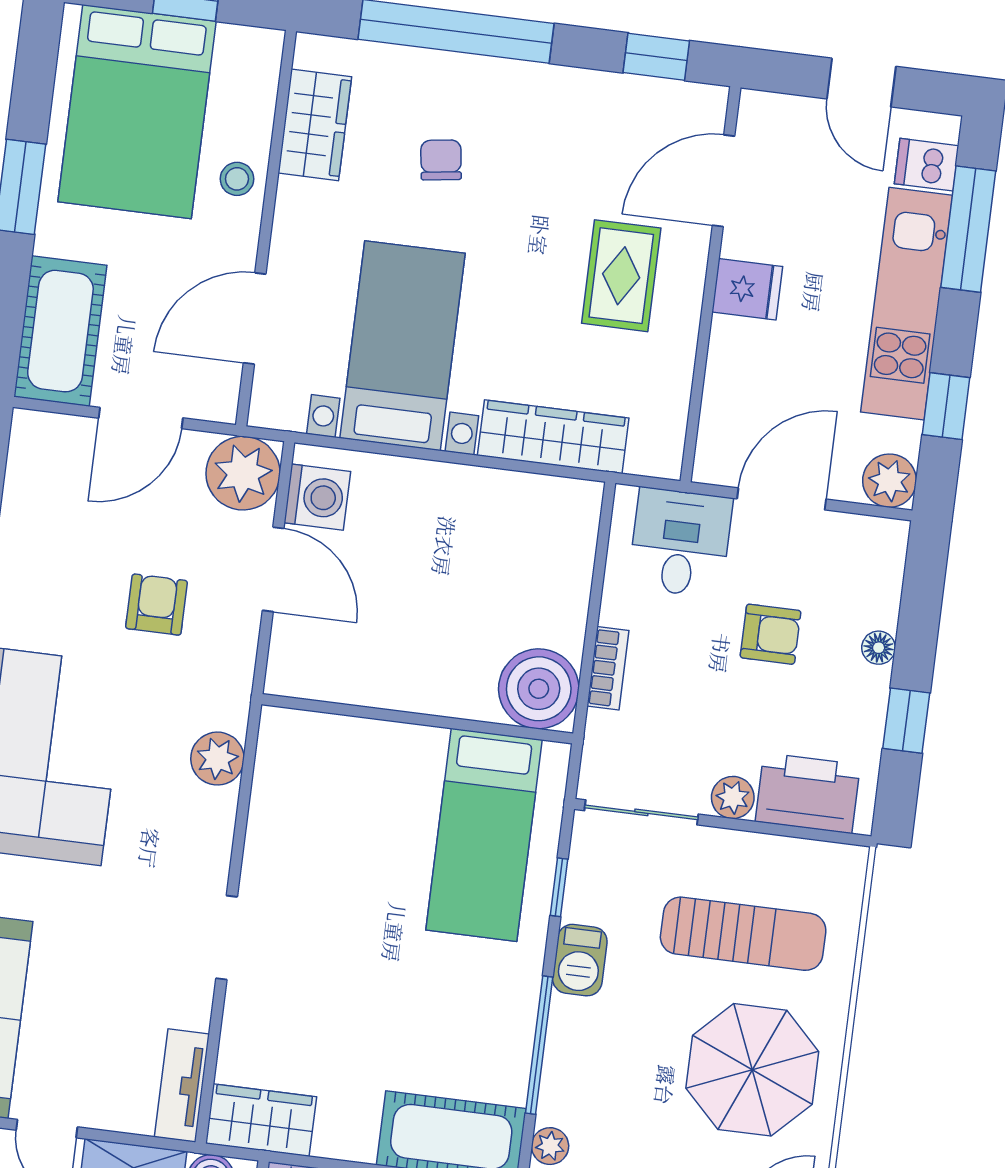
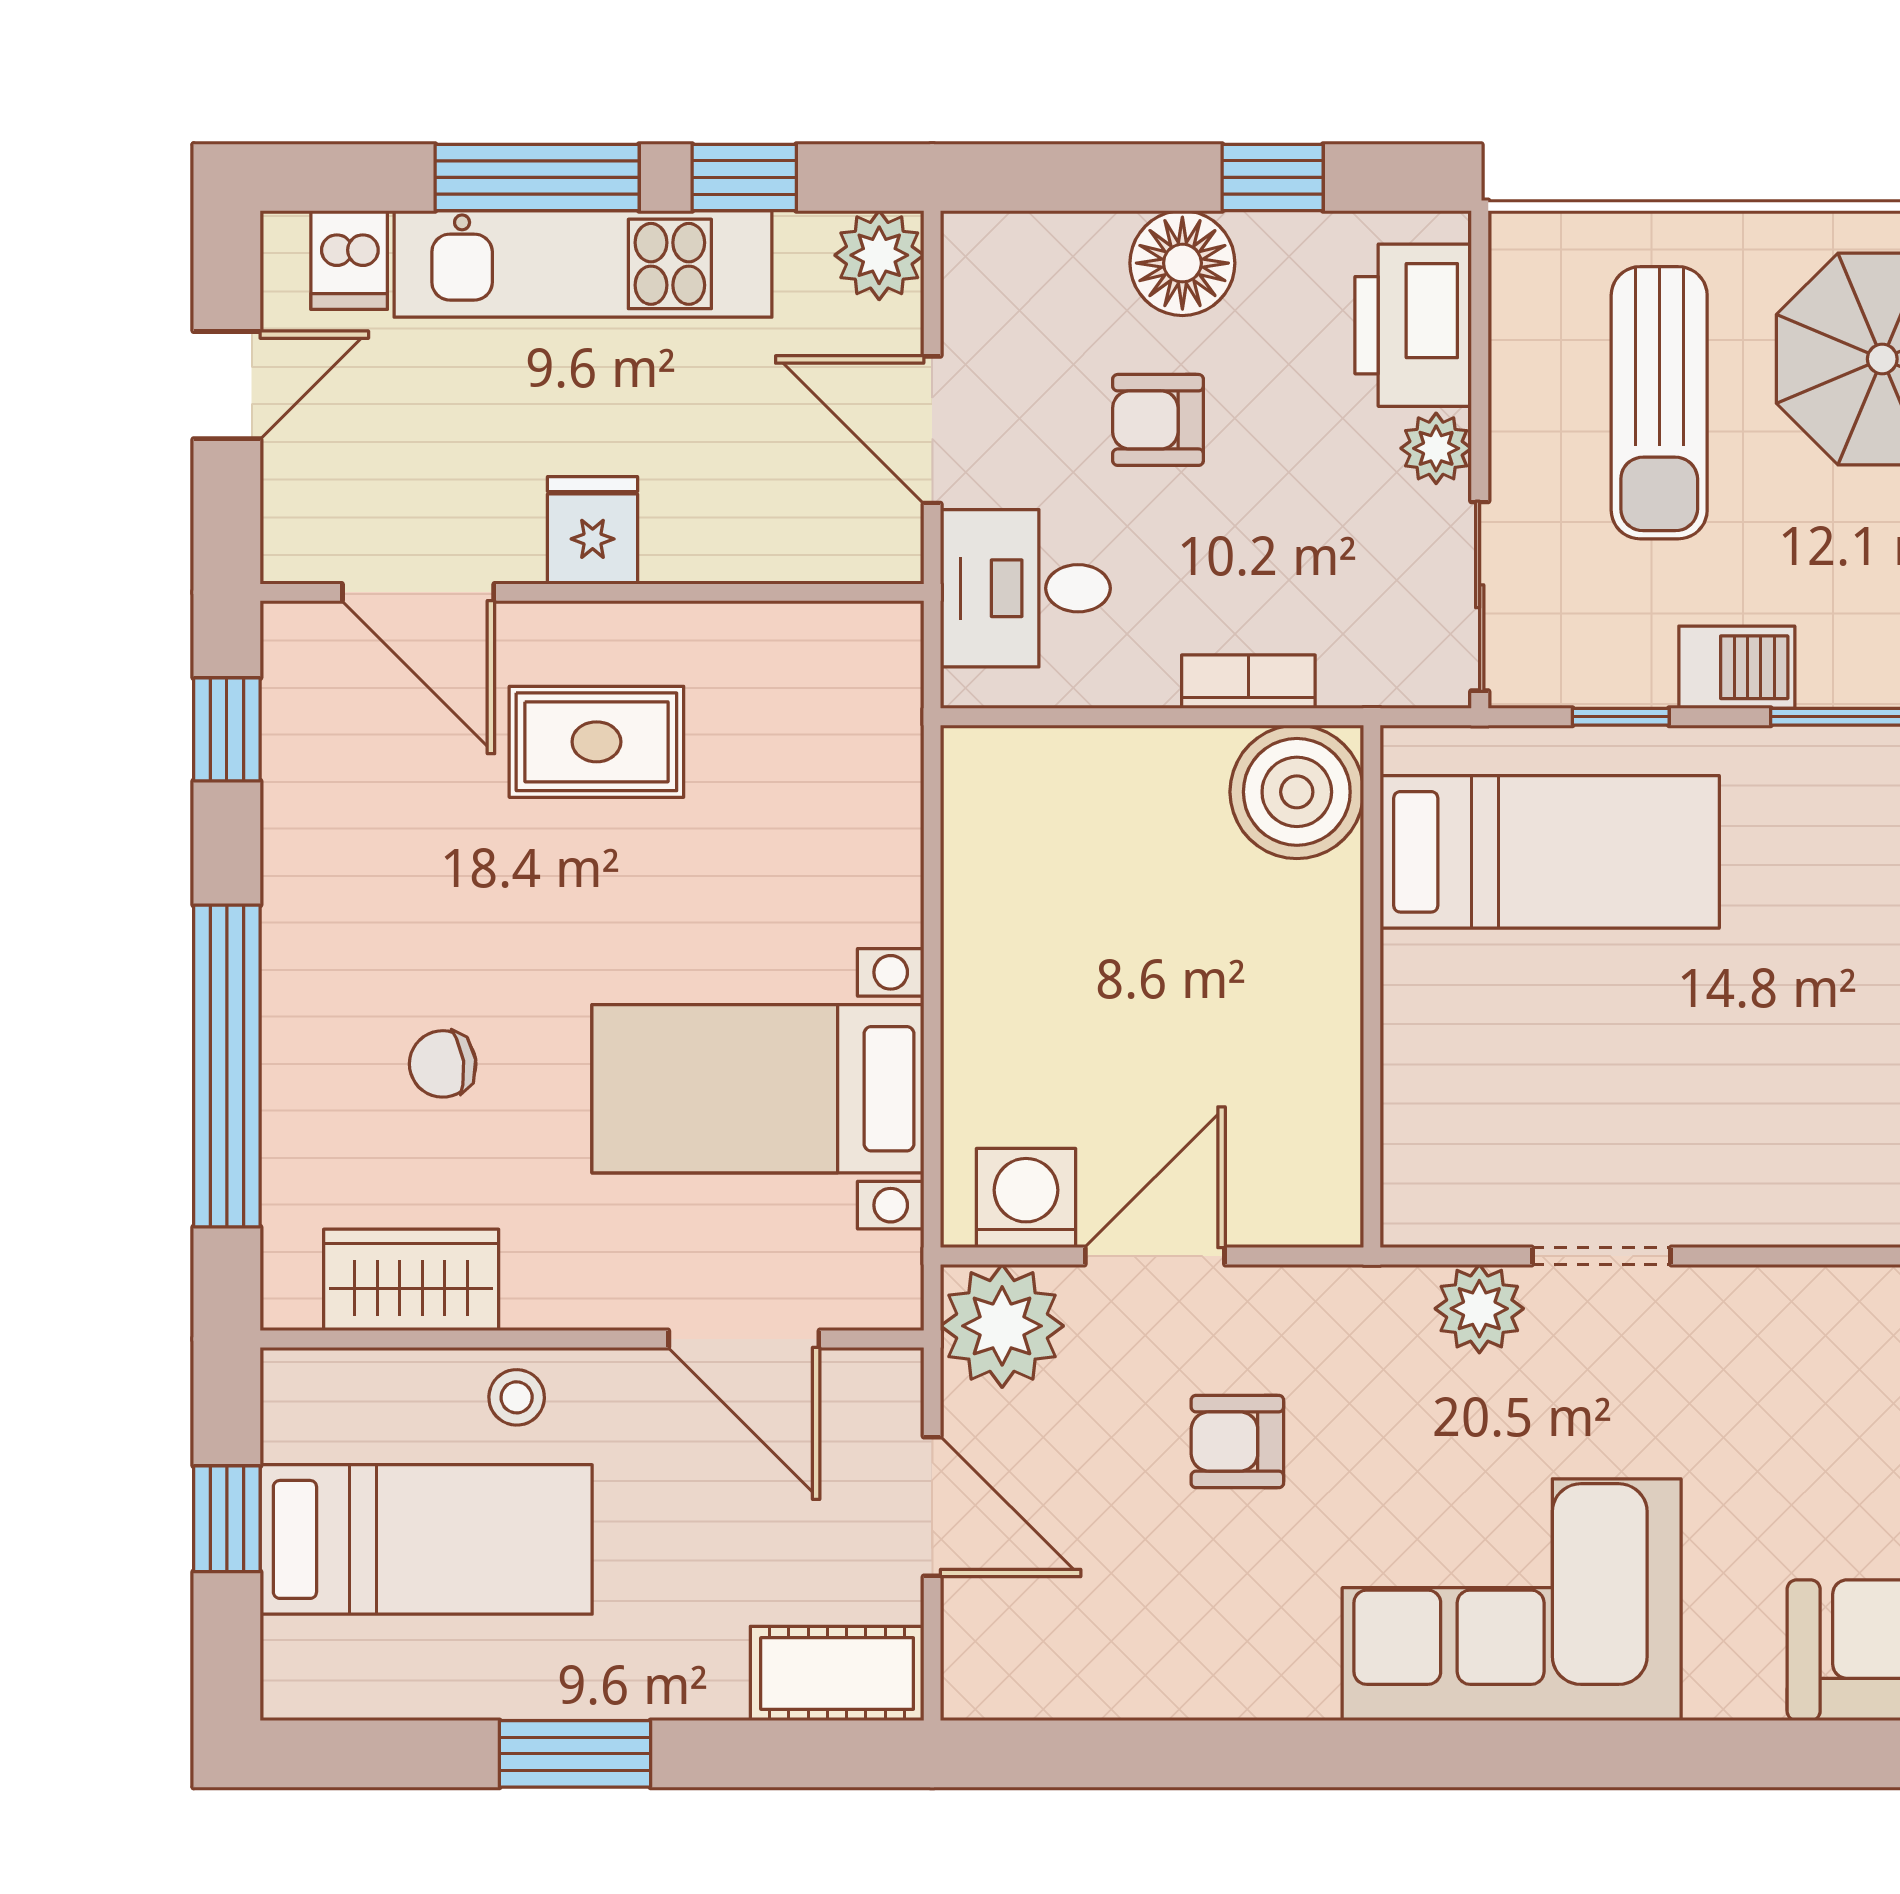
bed: (137, 112) -> (426, 1539), width x0.67
window: (968, 229) -> (537, 177), moved
cot: (60, 331) -> (837, 1673), width x0.73, depth x0.75
wardrobe: (553, 437) -> (877, 821), removed
armchair: (771, 634) -> (1158, 420), turned -90
floor lamp: (879, 648) -> (1182, 263), width x1.89, depth x1.89
sun lounger: (743, 934) -> (1659, 403), turned 180
doorway: (227, 938) -> (1601, 1256), moved

